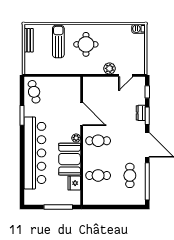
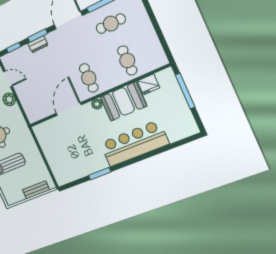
bench: (29, 40) -> (36, 190), moved
cafe table: (34, 92) -> (69, 170), removed
bar counter: (35, 153) -> (134, 143), width x0.73

